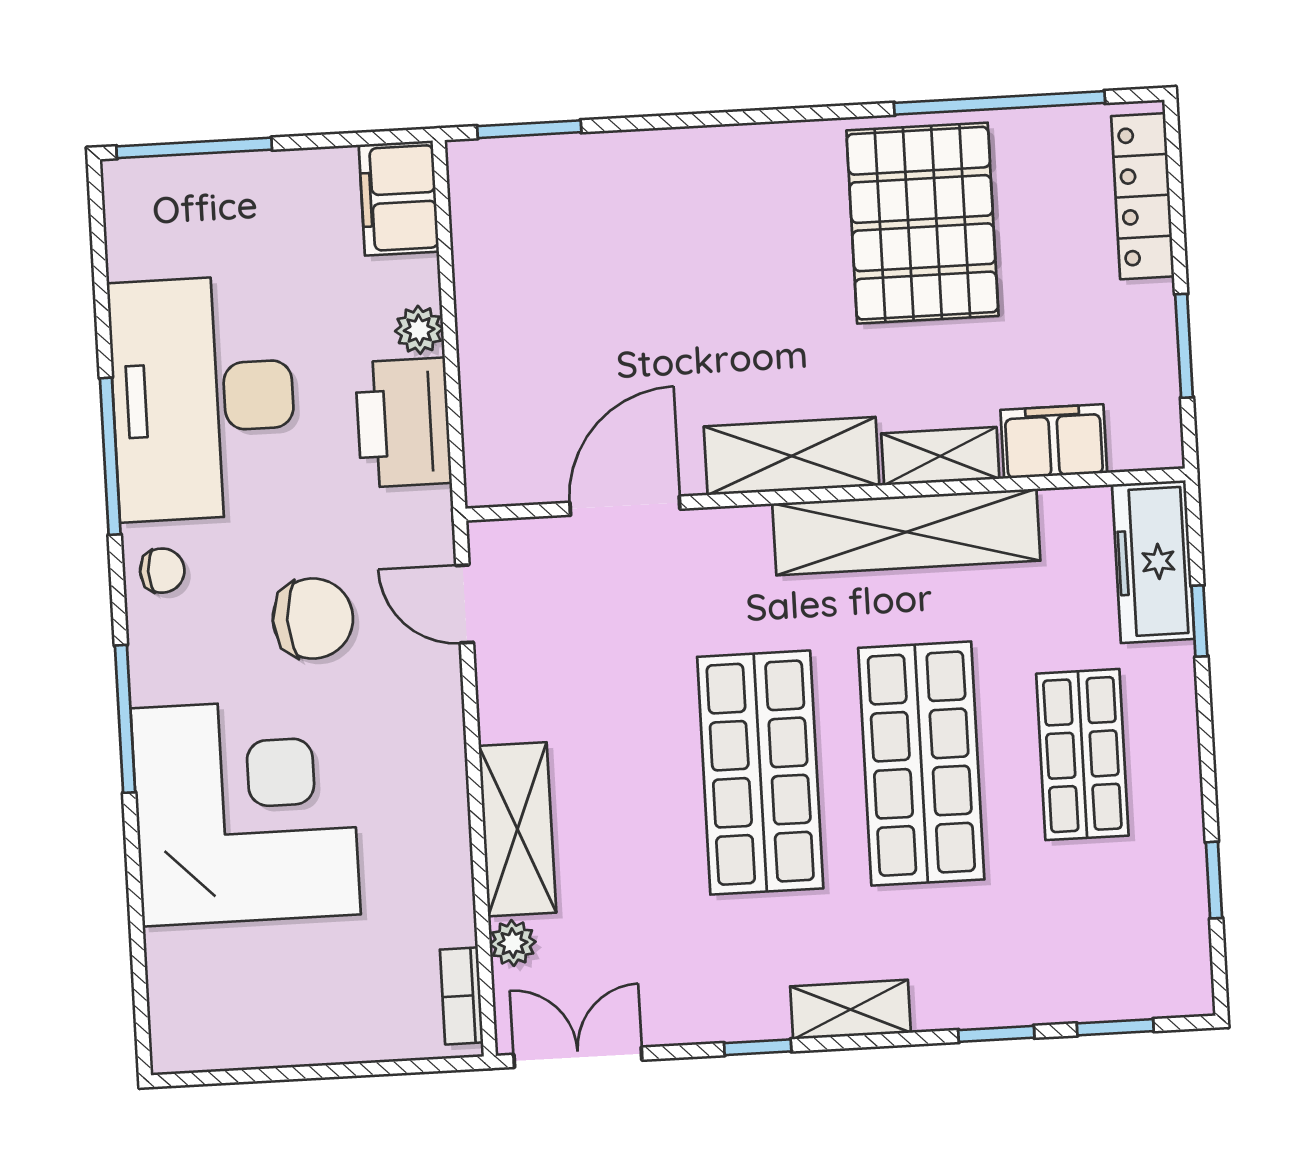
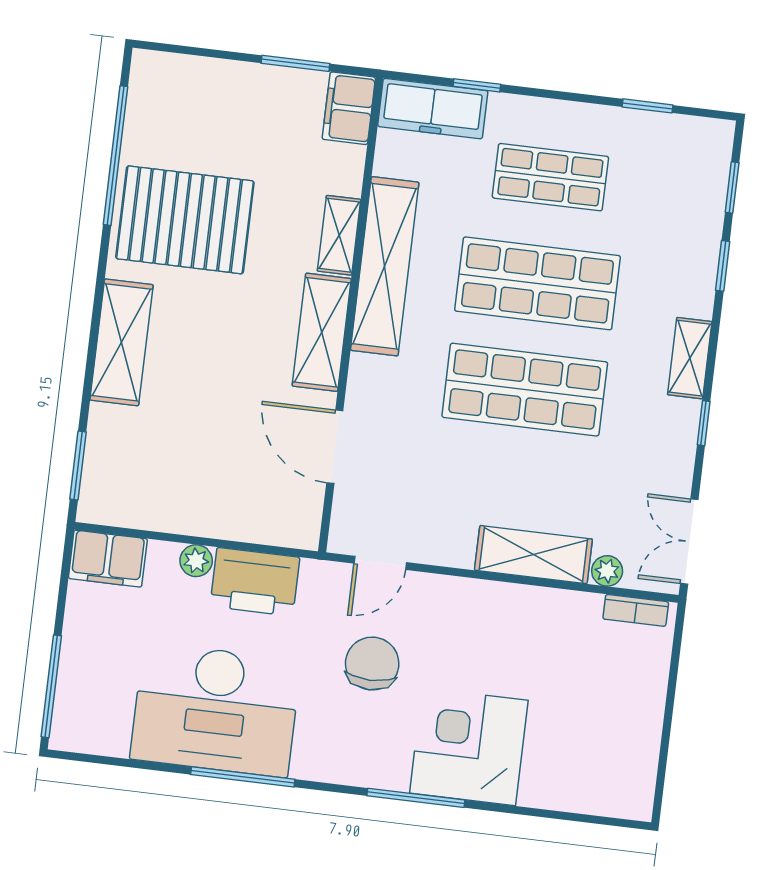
shelving: (724, 161) -> (121, 342), added
locker: (1143, 196) -> (193, 73), removed
filing cabinet: (1054, 441) -> (349, 108), moved
chair: (162, 571) -> (323, 756), removed
corner desk: (246, 811) -> (469, 747), width x0.74, depth x0.74

